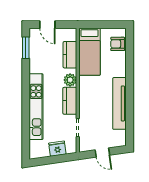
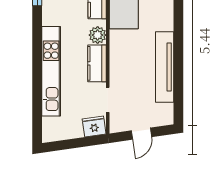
fridge: (57, 149) -> (94, 126), moved
door: (102, 153) -> (141, 134), hinge flipped

